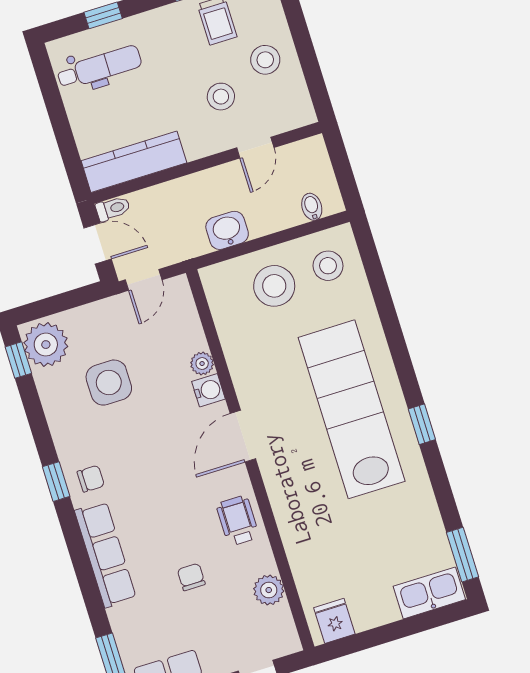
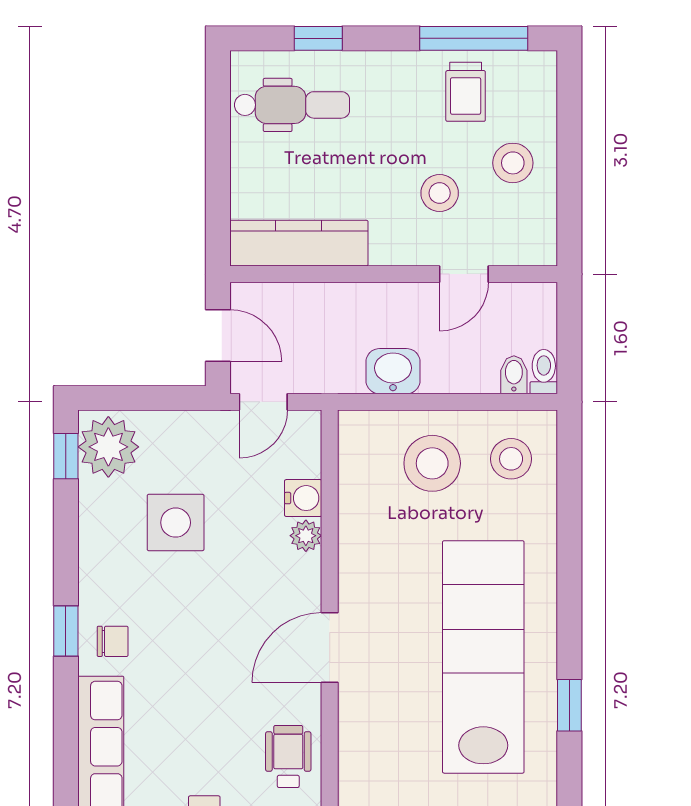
toilet: (113, 209) -> (544, 372), moved, turned -90
water cooler: (208, 390) -> (303, 498), moved

